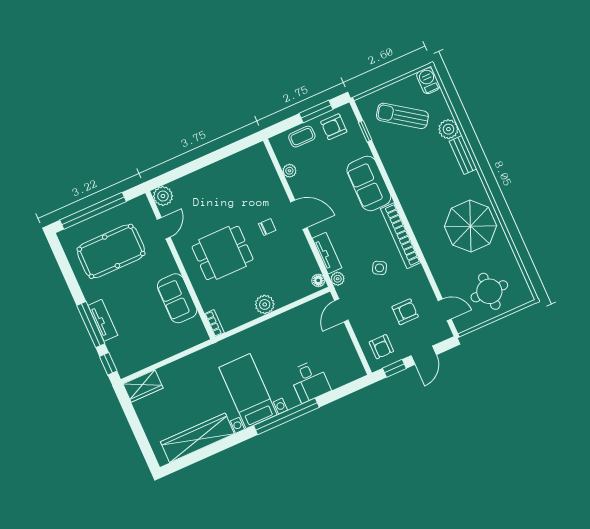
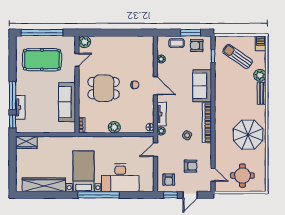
sofa: (177, 298) -> (67, 102), width x1.36
tv unit: (103, 320) -> (20, 107), moved
desk: (310, 381) -> (120, 178), width x1.87, depth x1.30

